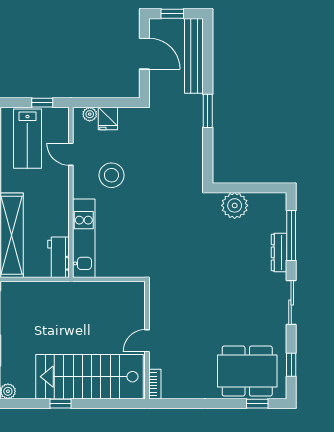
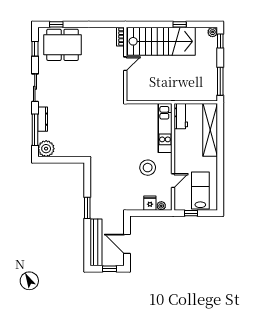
door: (71, 154) -> (173, 181), hinge flipped
plant: (235, 205) -> (46, 149), moved

